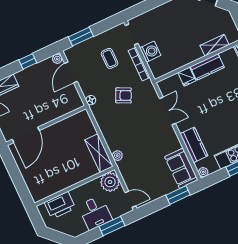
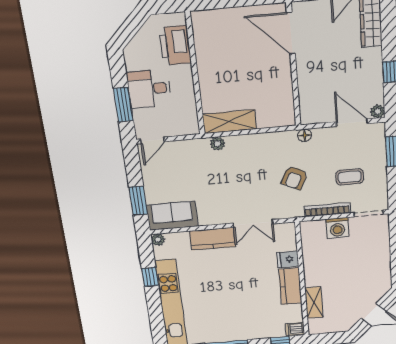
kitchen counter: (194, 145) -> (212, 239), moved
plant: (110, 182) -> (185, 122), removed

